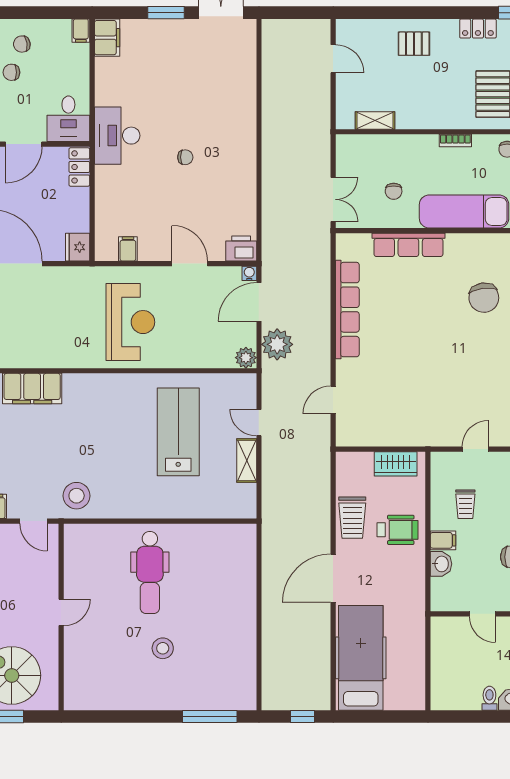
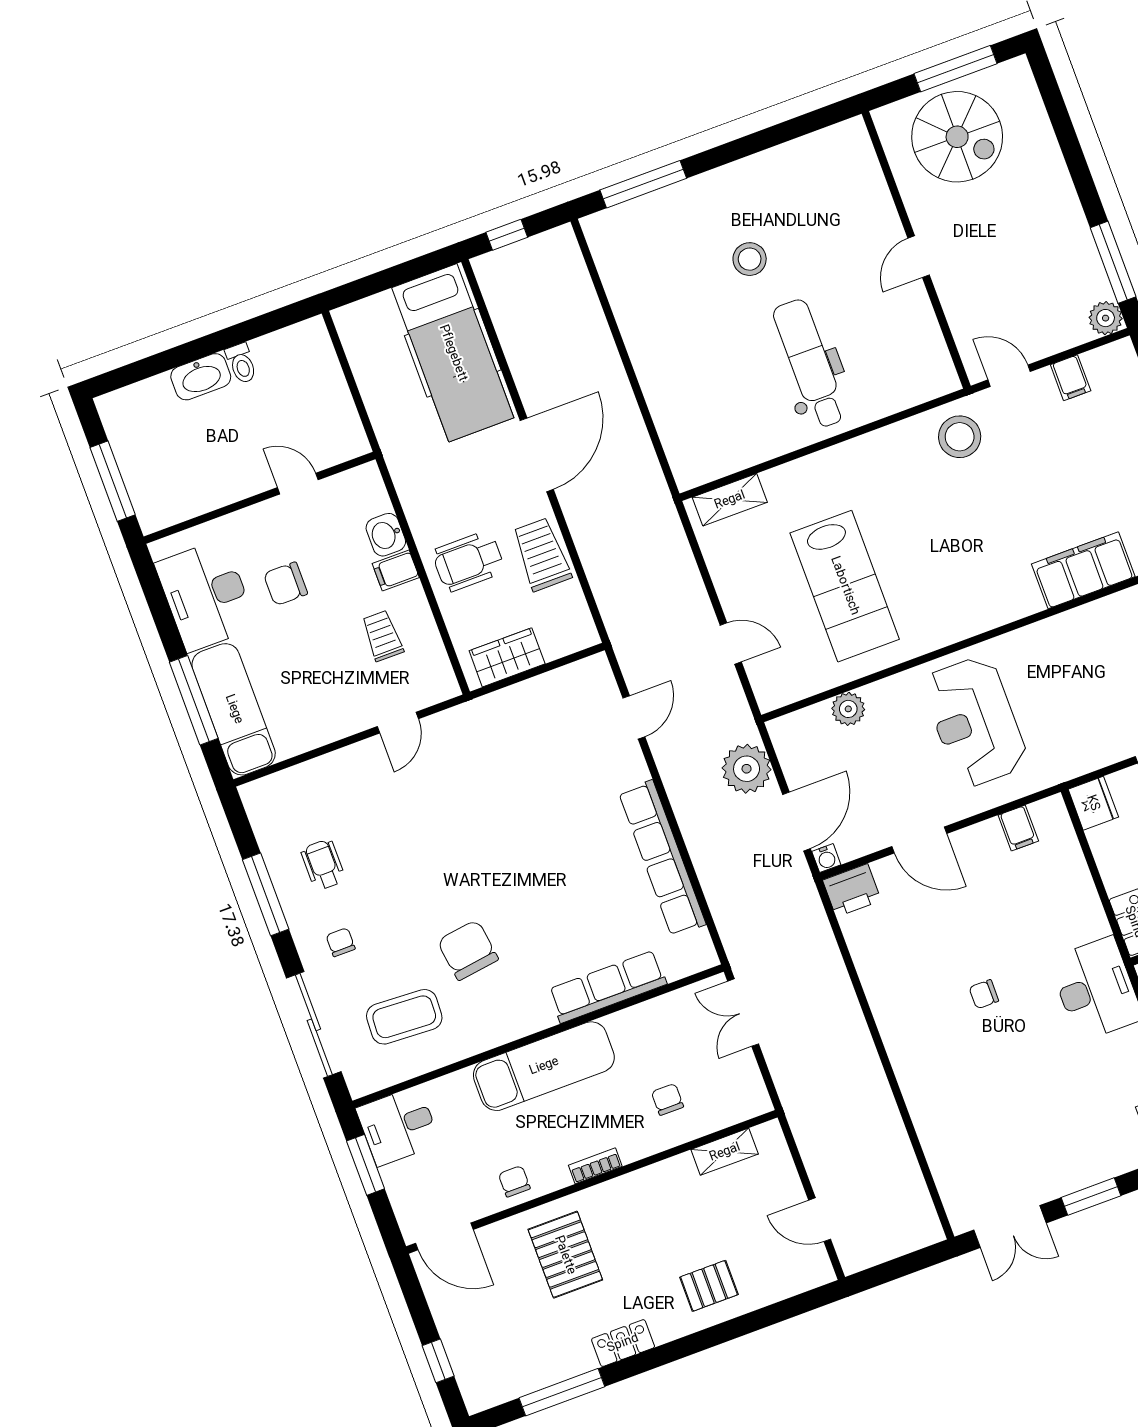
chair: (394, 191) -> (667, 1099), moved
plant: (246, 358) -> (848, 709), moved
shelving: (247, 460) -> (730, 500), moved, turned 90

